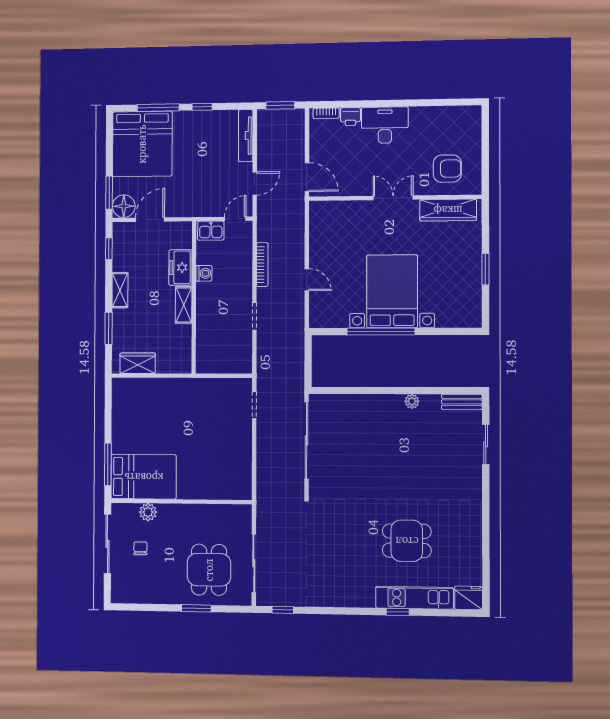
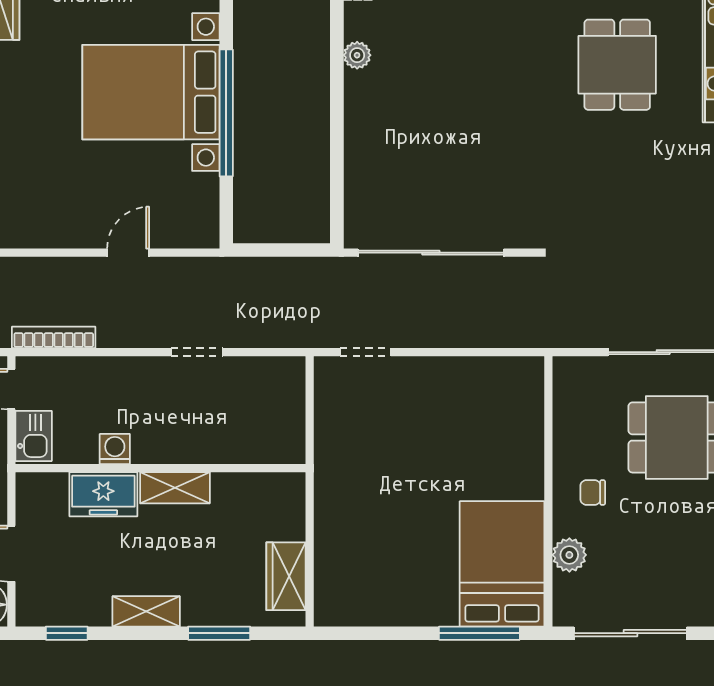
bookcase: (262, 265) -> (54, 337), moved
chair: (140, 548) -> (593, 492), moved

